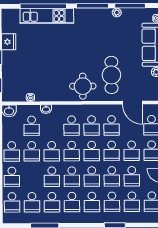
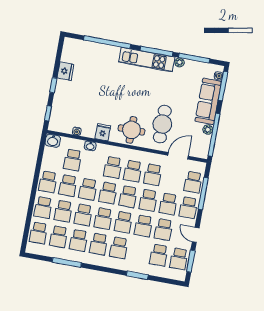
kitchen unit: (47, 16) -> (147, 60), moved
fridge: (56, 94) -> (103, 132), added
door: (132, 103) -> (178, 156), swing flipped
school desk: (112, 202) -> (63, 211), moved

